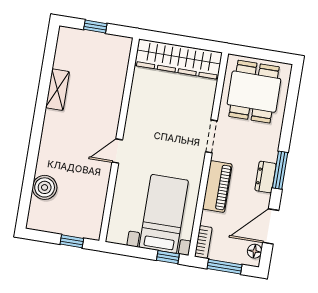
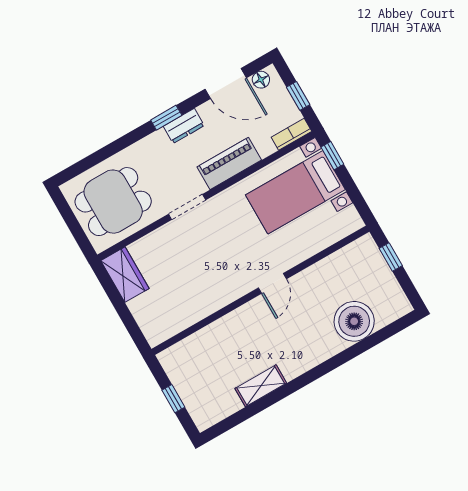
wardrobe: (179, 59) -> (125, 275), width x0.48, depth x0.85
door: (117, 151) -> (272, 283), hinge flipped
window: (280, 170) -> (166, 118), width x0.67
boiler: (45, 187) -> (354, 321), width x1.37, depth x1.37
window: (225, 267) -> (298, 96), width x0.67

